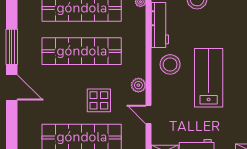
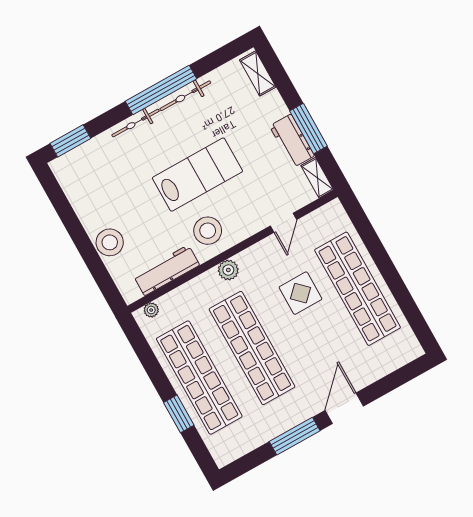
lab bench: (209, 78) -> (197, 175), turned 180
plant: (138, 85) -> (228, 270), moved

